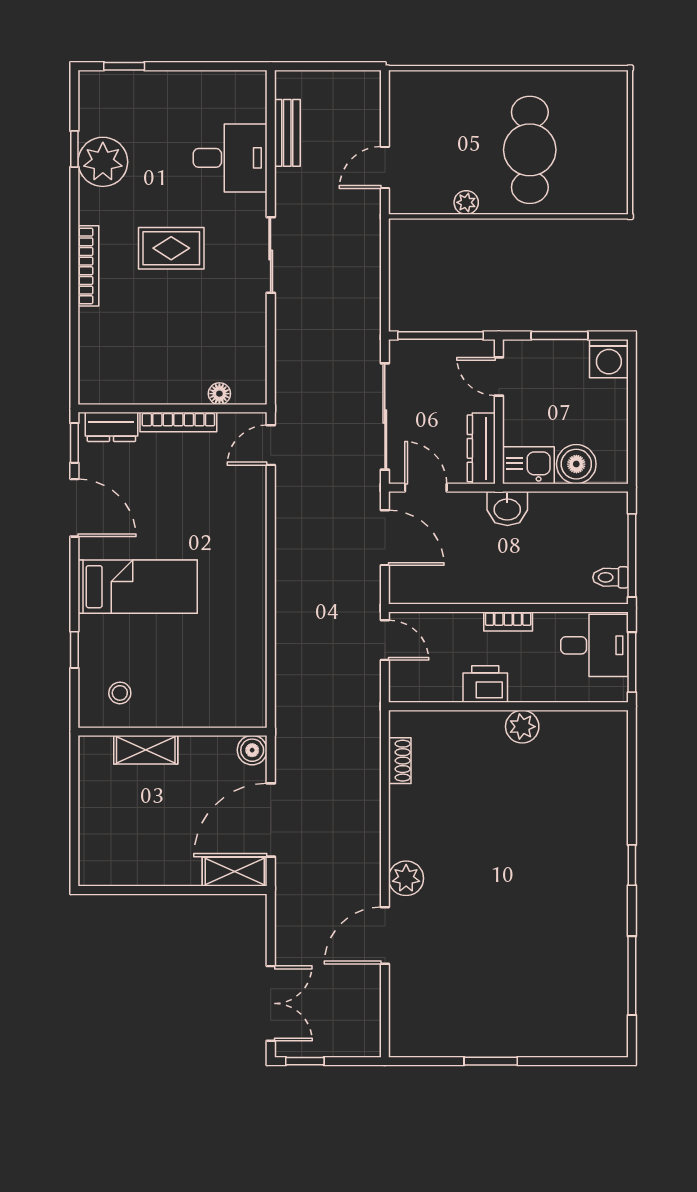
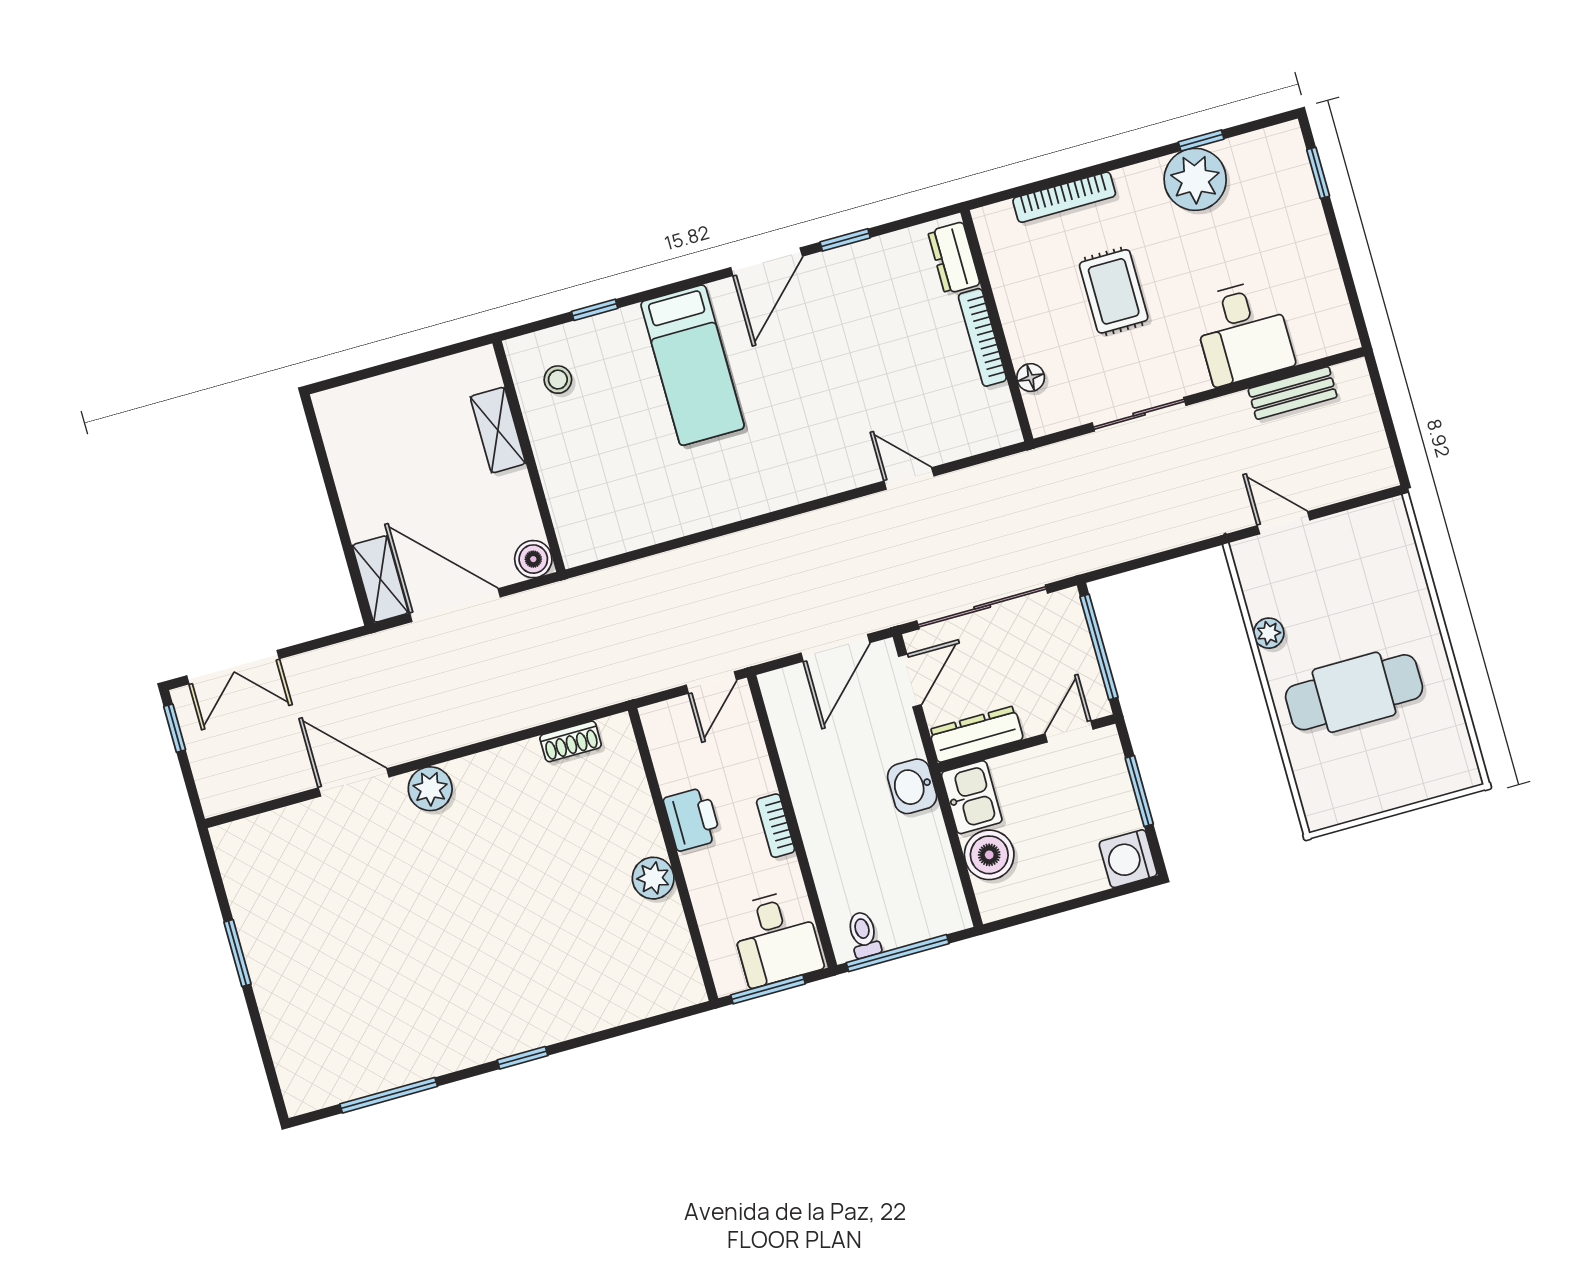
floor lamp: (219, 394) -> (1031, 378), moved
wall: (173, 408) -> (997, 326), moved
bookcase: (178, 422) -> (982, 337), moved
dresser: (111, 427) -> (954, 258), moved

